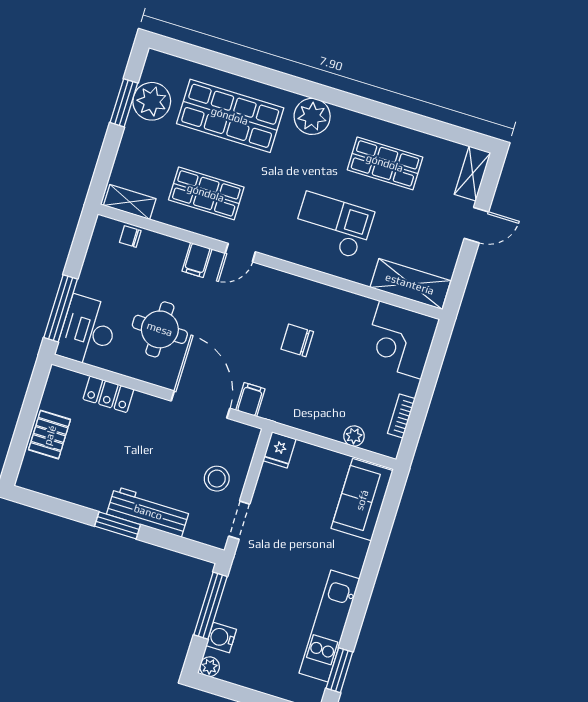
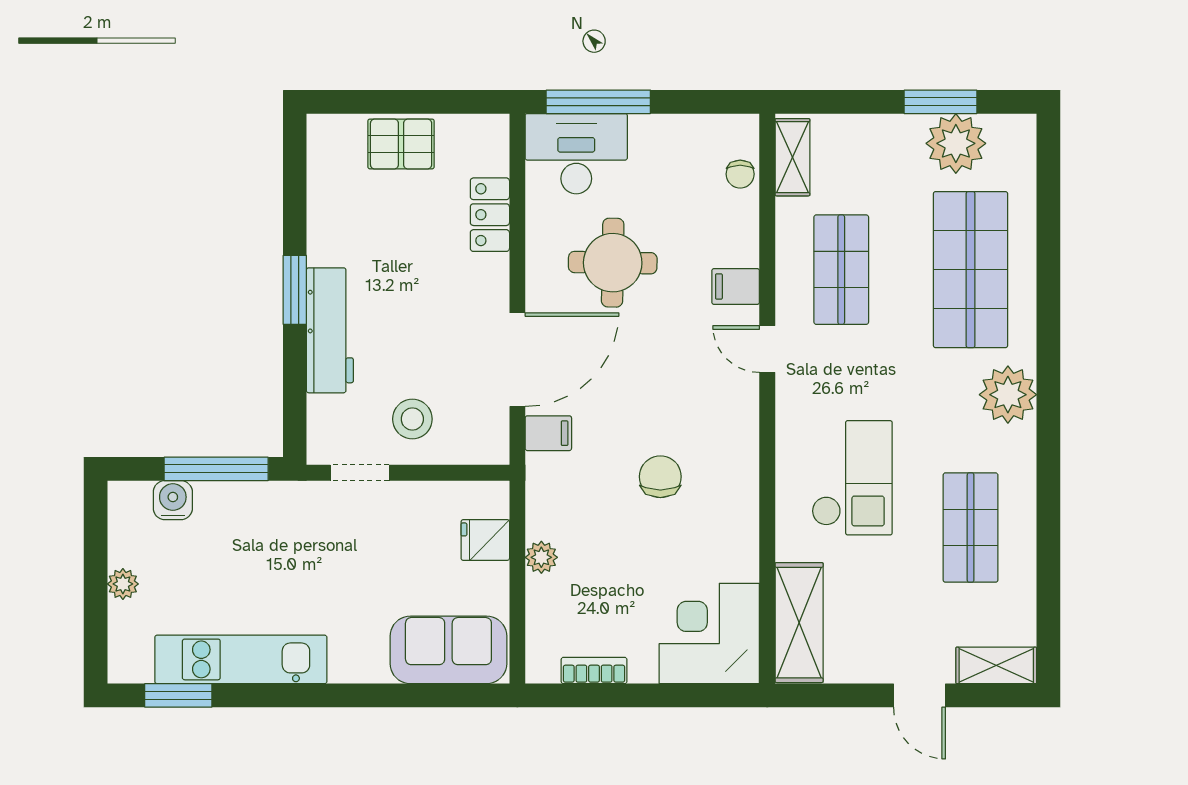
chair: (130, 236) -> (740, 174), turned 180
plant: (354, 436) -> (541, 557), moved
fridge: (279, 450) -> (485, 540), moved
plant: (210, 667) -> (123, 584), moved

